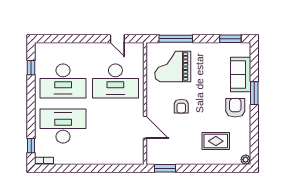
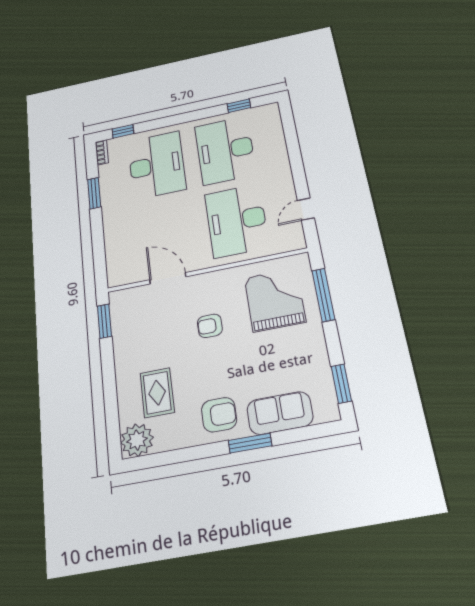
door: (145, 127) -> (168, 278), swing flipped
plant: (246, 160) -> (137, 440), width x1.87, depth x1.87
window: (74, 168) -> (94, 193), added

